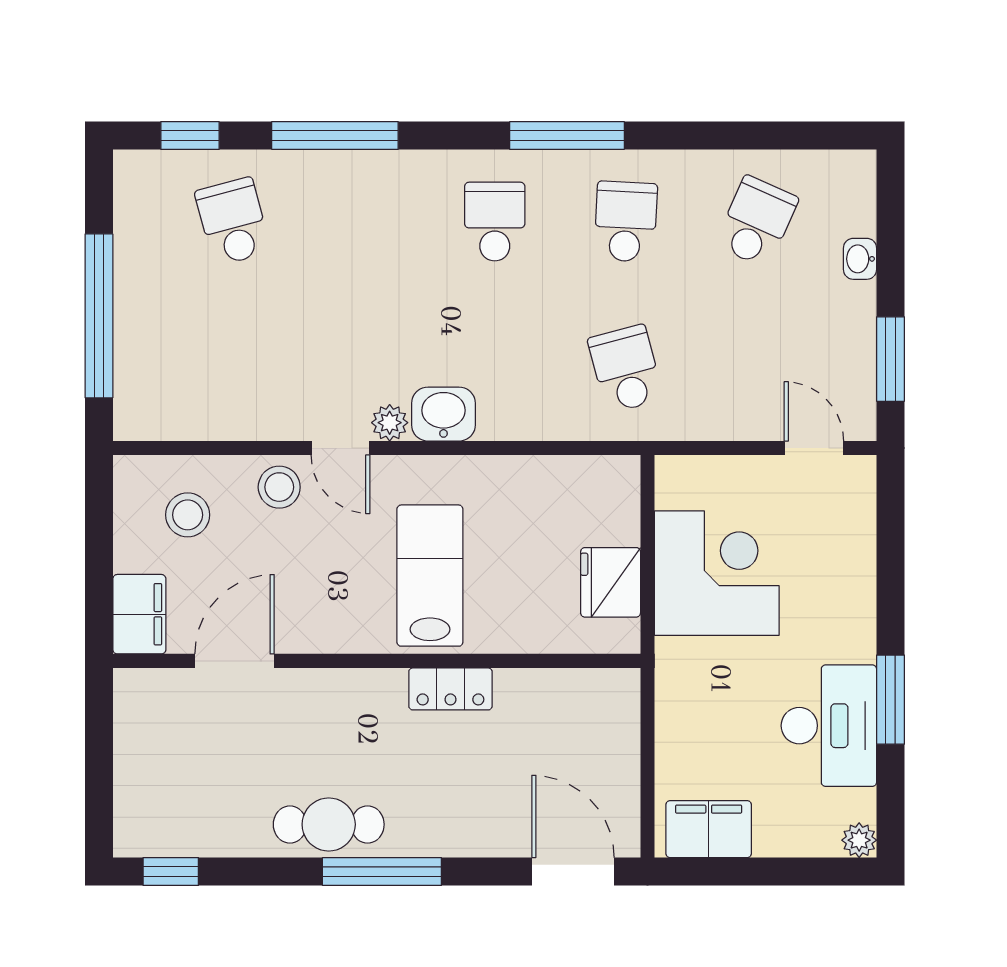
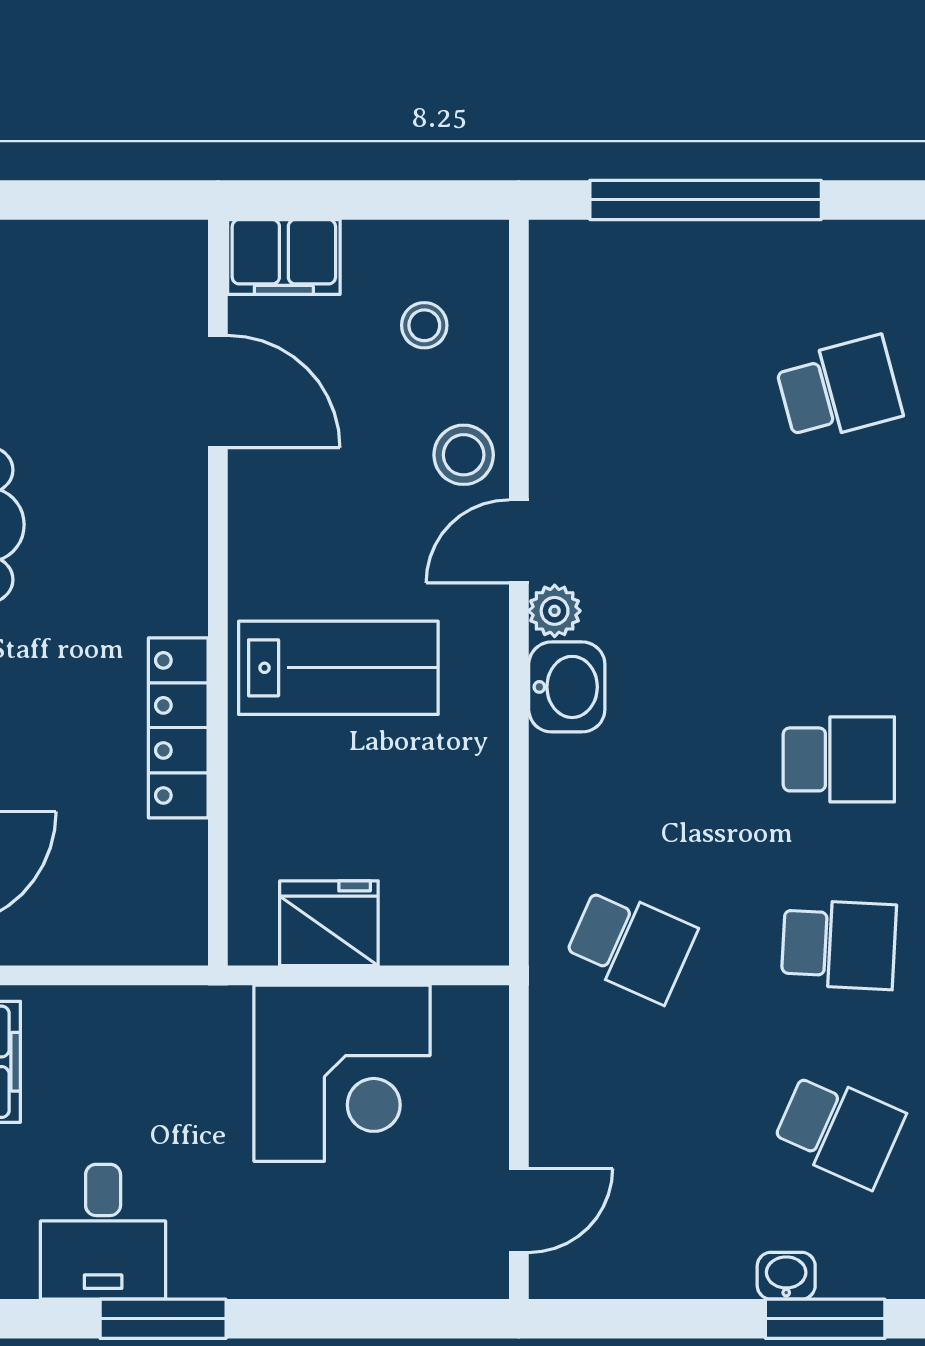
window: (891, 359) -> (825, 1319), moved
school desk: (626, 369) -> (631, 945), turned 39
stool: (188, 515) -> (424, 325), width x0.73, depth x0.73
locker: (450, 689) -> (178, 728), width x1.53
desk: (829, 726) -> (103, 1232), width x0.73

